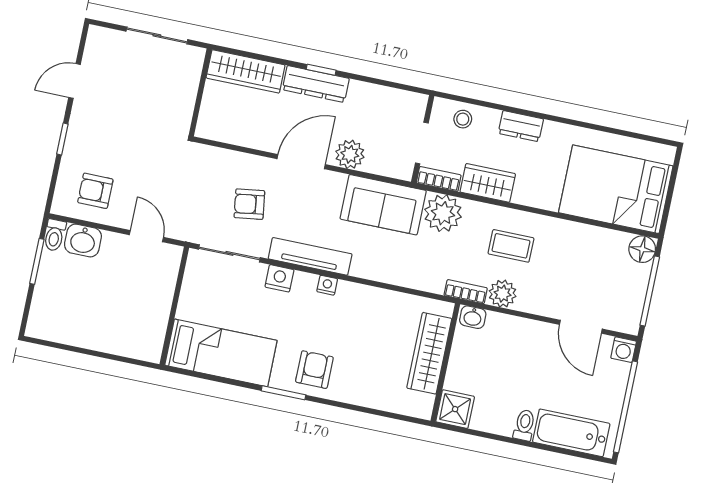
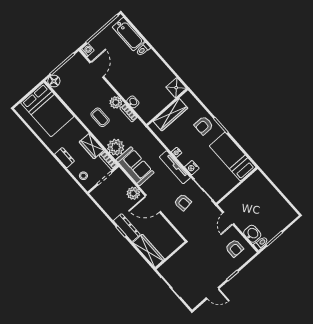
wardrobe: (429, 353) -> (170, 115), moved
wall: (445, 363) -> (167, 107), moved
shower: (455, 409) -> (176, 88), moved

